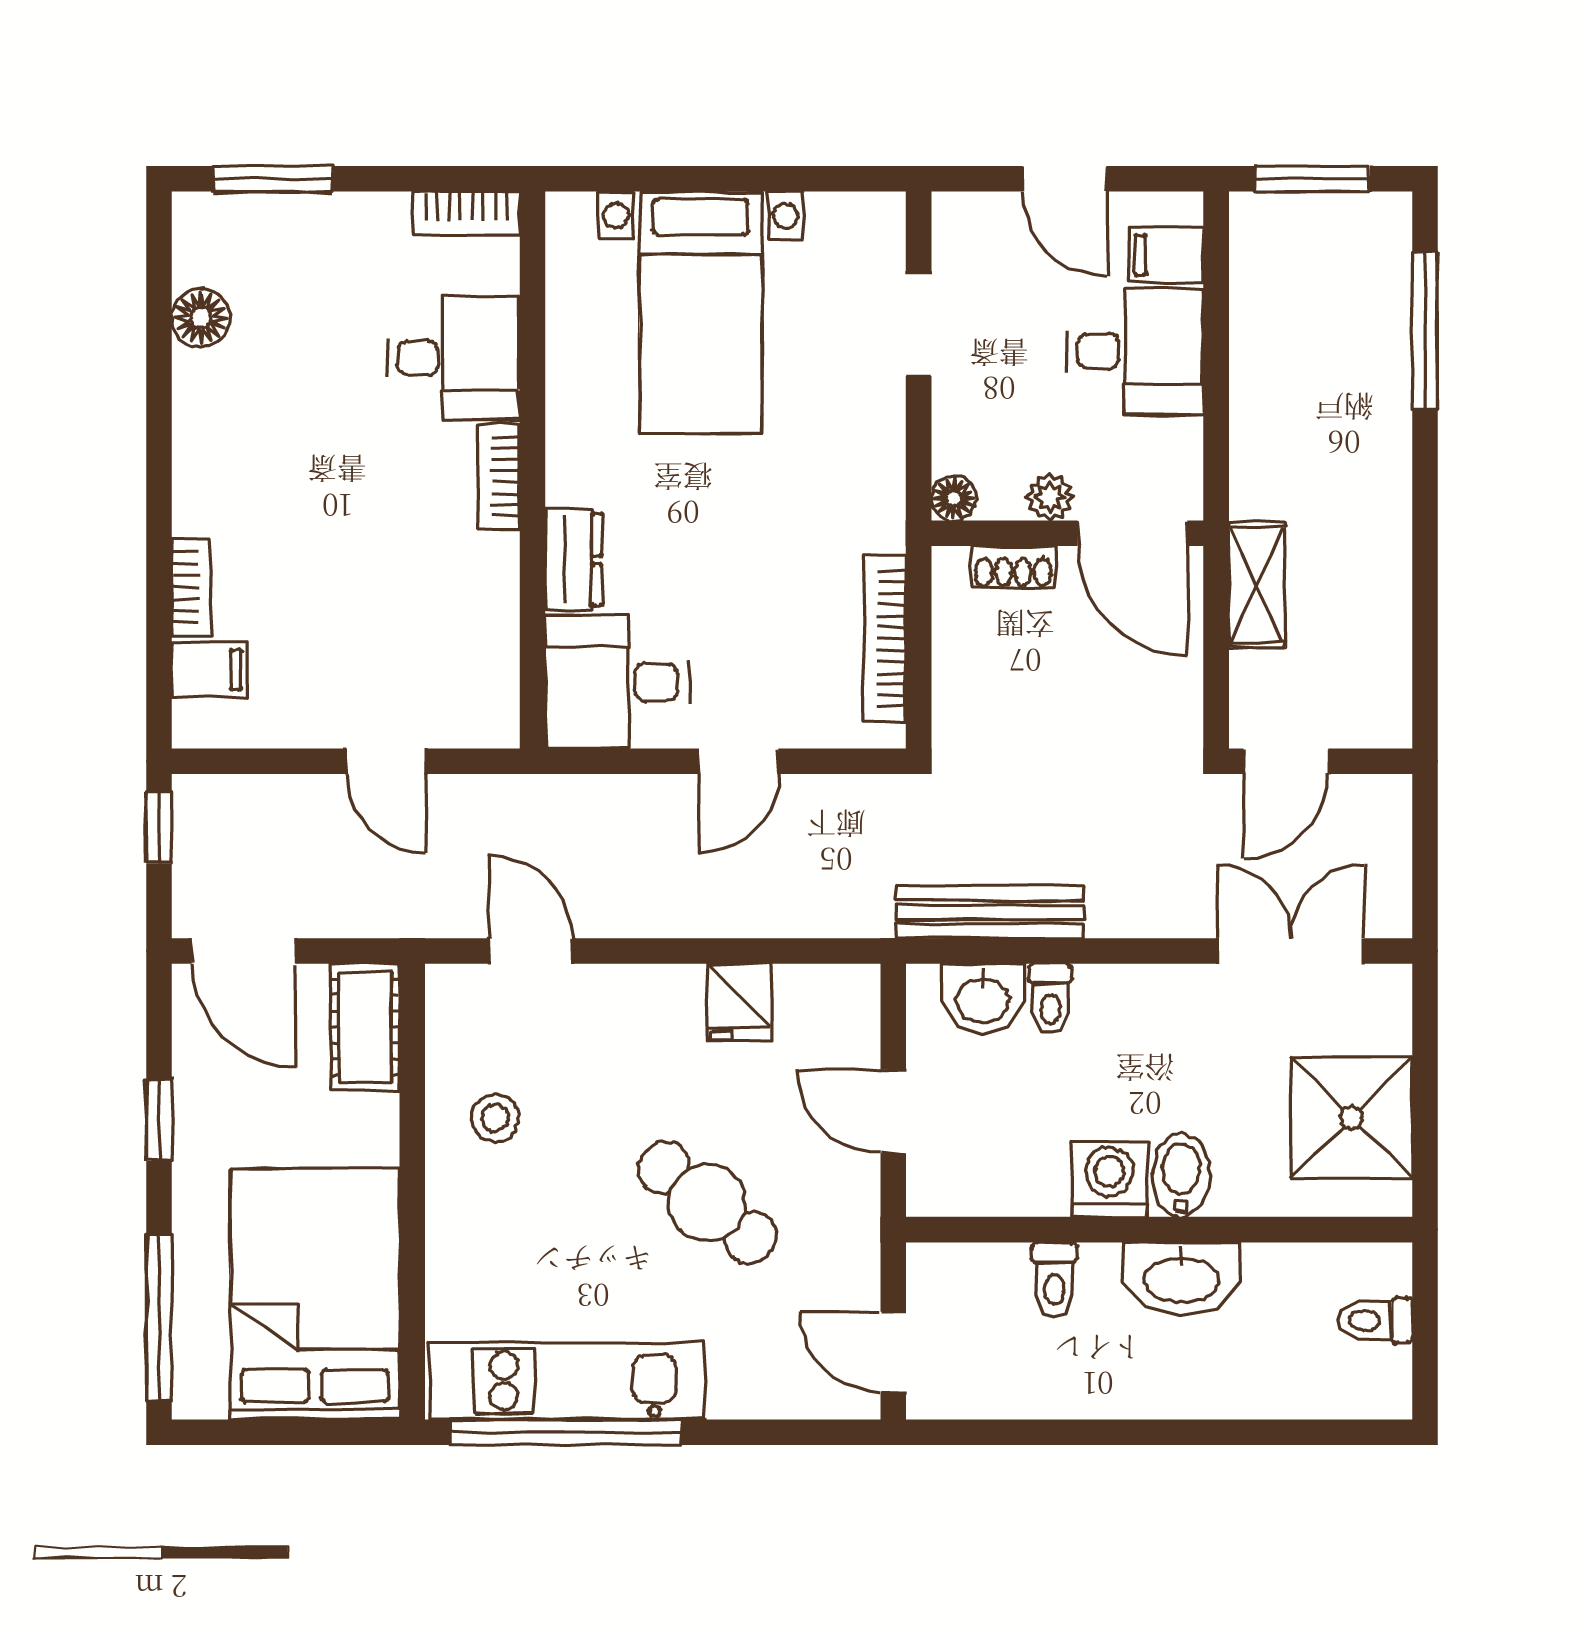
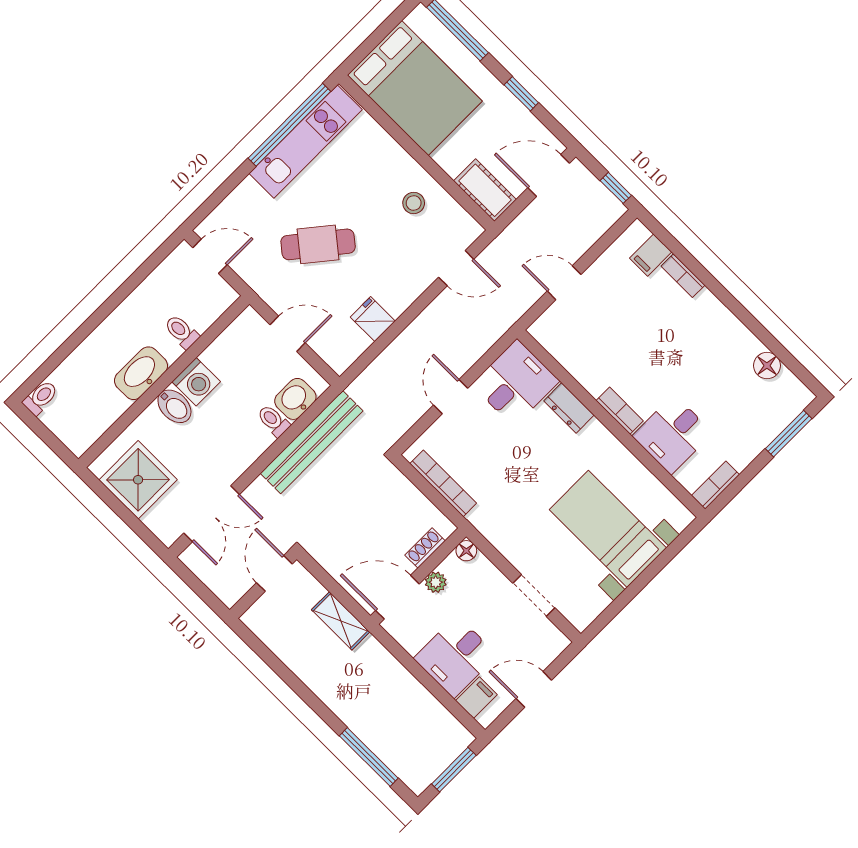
bench: (990, 912) -> (312, 442), width x1.37, depth x1.21
toilet: (1375, 1320) -> (41, 398), moved

